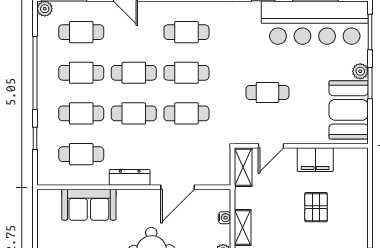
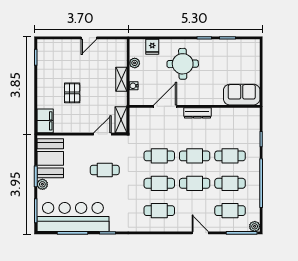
cafe table: (81, 154) -> (230, 129), removed
filing cabinet: (315, 160) -> (45, 121), moved, turned 90
sofa: (89, 205) -> (242, 95), moved

